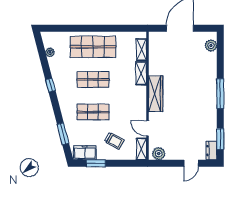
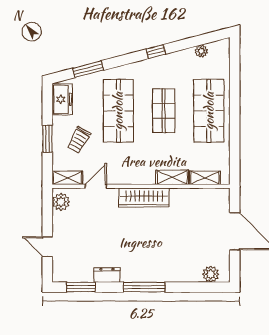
shop shelf: (93, 112) -> (118, 111), width x1.43, depth x1.36
dresser: (211, 150) -> (107, 275), moved
window: (96, 163) -> (47, 139), moved

